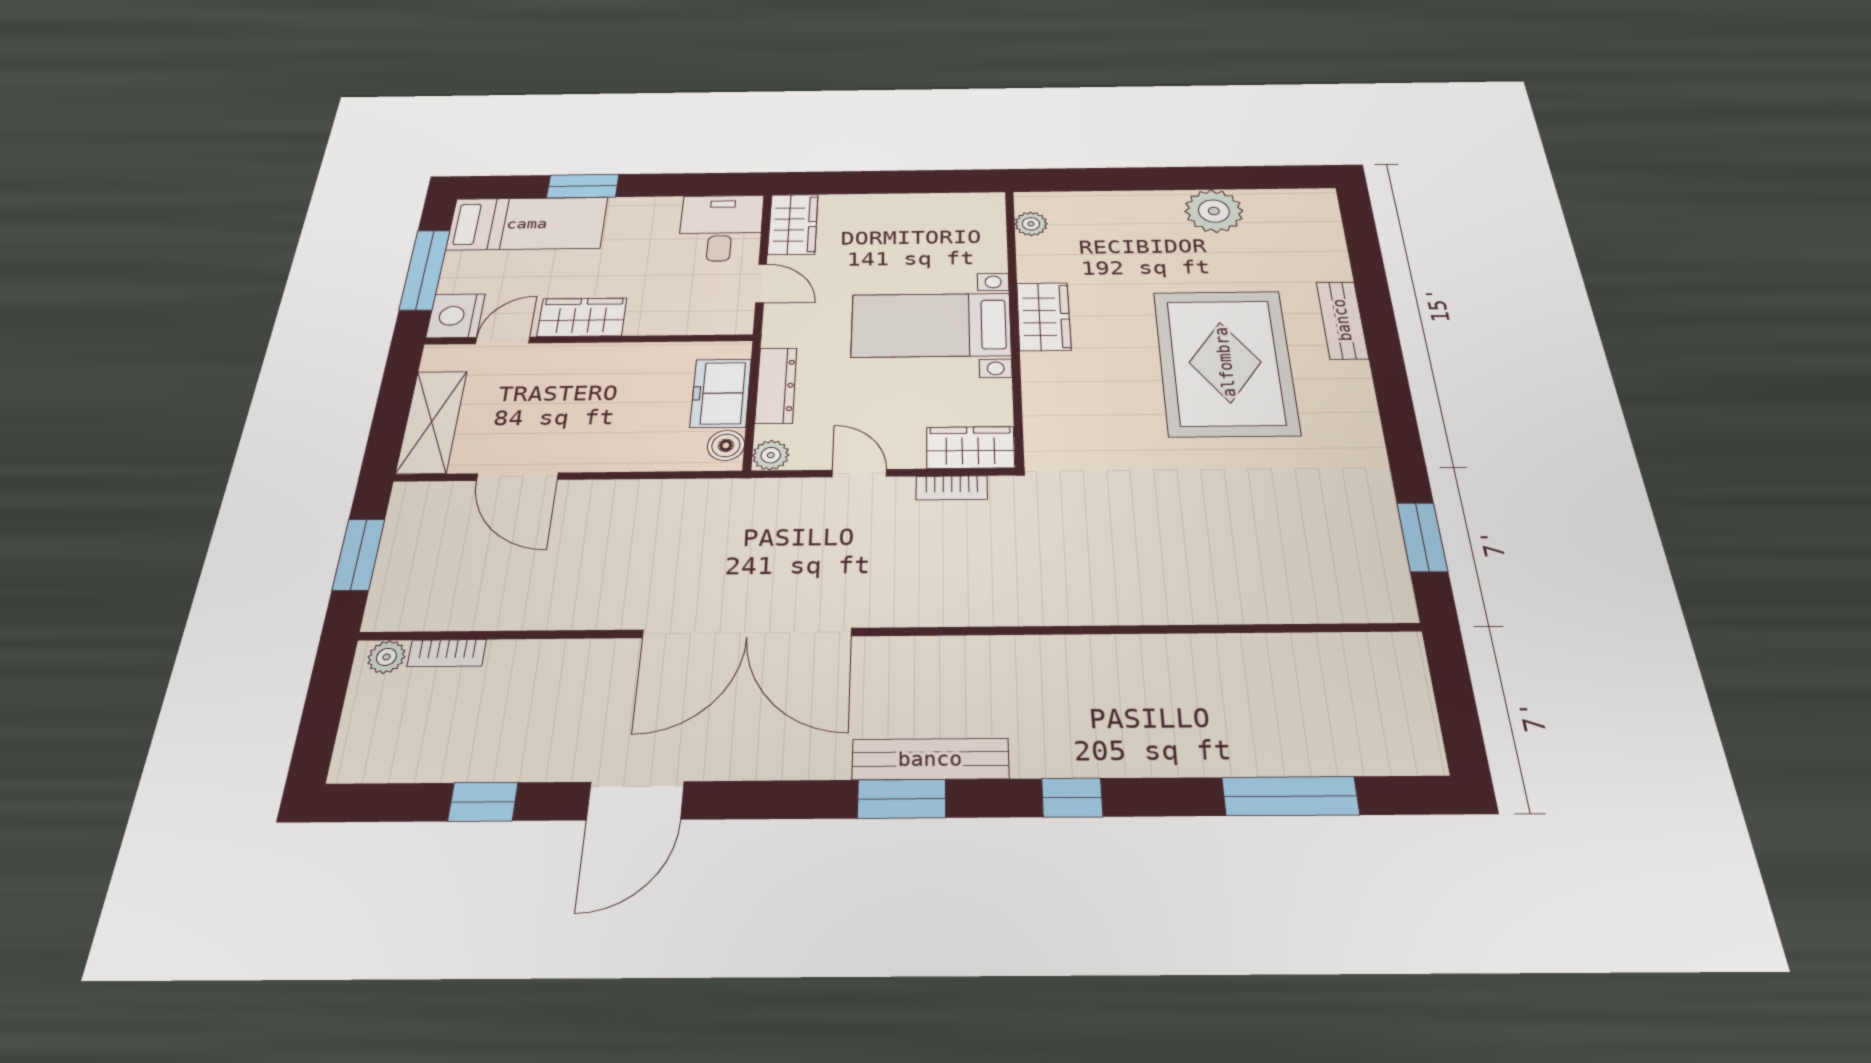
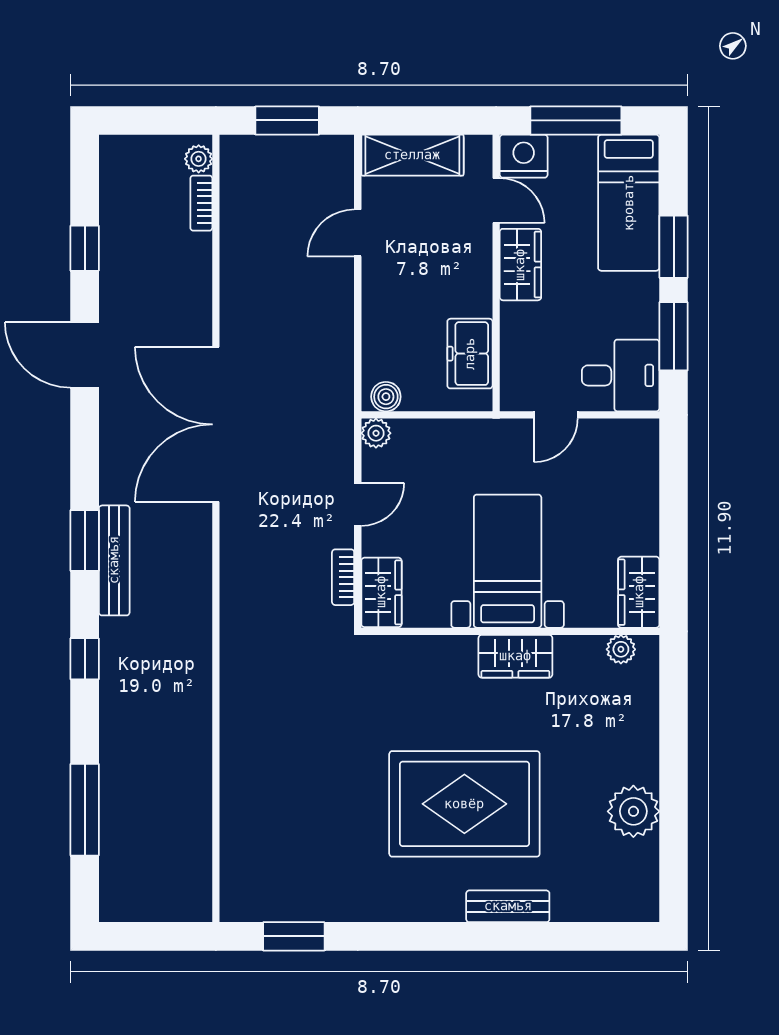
window: (682, 185) -> (674, 336), added
wardrobe: (793, 224) -> (639, 592), moved, turned 90
dresser: (776, 385) -> (446, 434), removed
freezer: (721, 393) -> (470, 354), moved, turned -90
door: (517, 477) -> (358, 233), width x0.73

